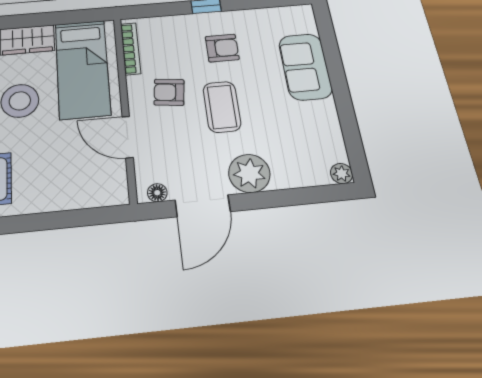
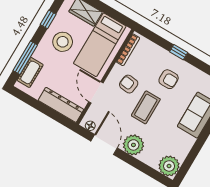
plant: (342, 174) -> (169, 166), width x1.87, depth x1.87
dresser: (84, 194) -> (61, 105), added
door: (203, 206) -> (104, 144), swing flipped

